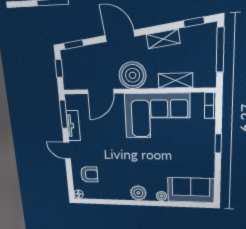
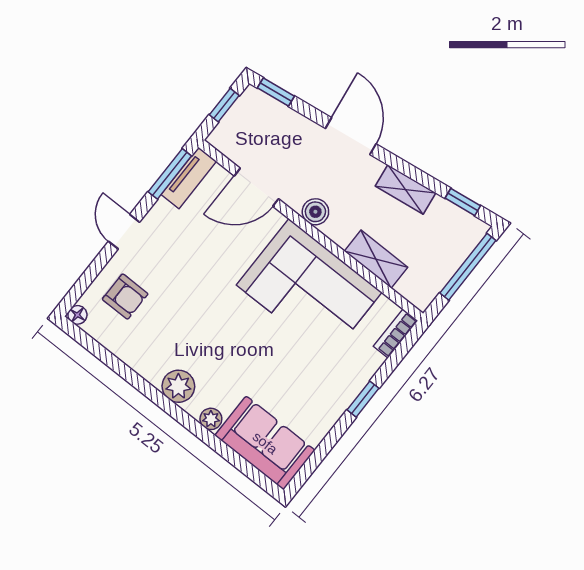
boiler: (133, 75) -> (315, 212), width x0.54, depth x0.54
tv unit: (73, 126) -> (189, 178), moved

